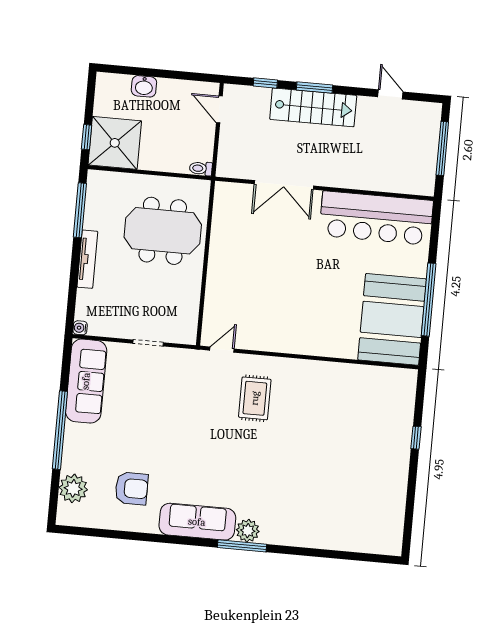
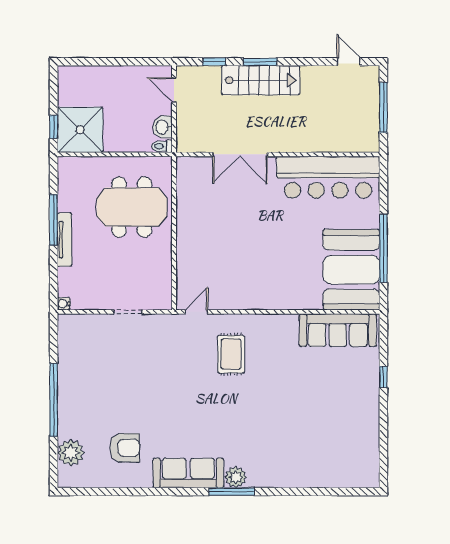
washbasin: (144, 86) -> (163, 127), moved, turned 90
door: (390, 94) -> (349, 62), moved
window: (80, 210) -> (54, 220), moved
sofa: (86, 381) -> (338, 330), moved, turned 90

